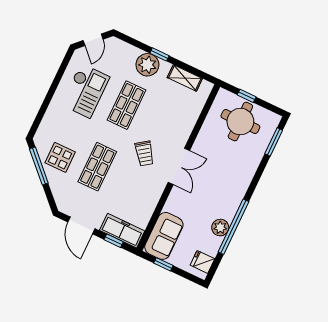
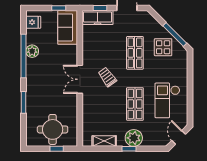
window: (274, 142) -> (23, 102), moved

